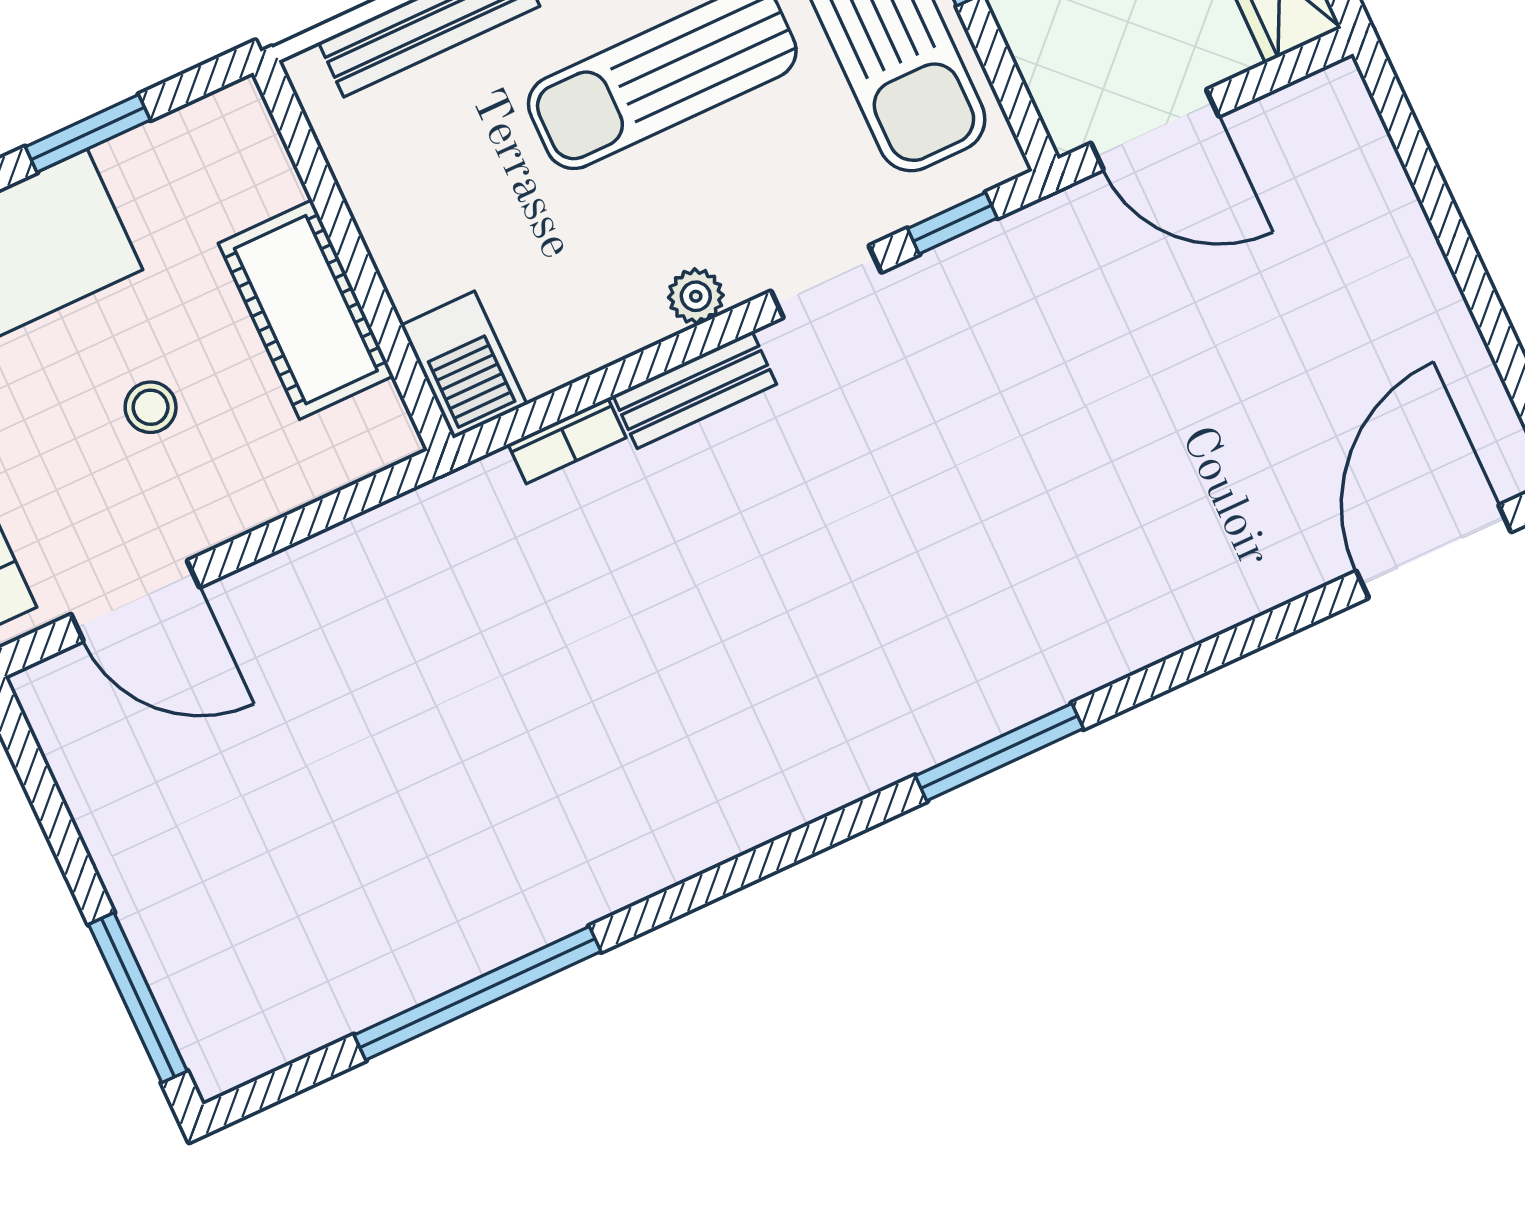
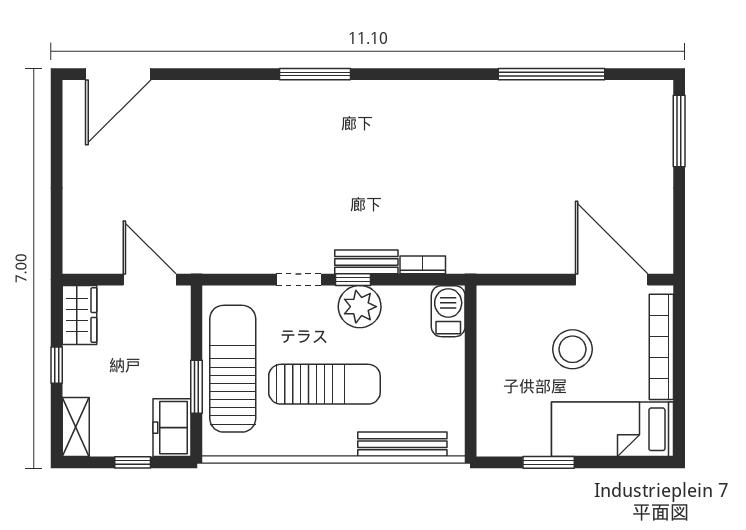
window: (952, 223) -> (353, 280), moved
plant: (696, 296) -> (360, 307), width x1.87, depth x1.87
cot: (306, 310) -> (498, 359), removed
stool: (151, 407) -> (572, 349), width x1.89, depth x1.89
door: (135, 601) -> (612, 280), width x1.36

